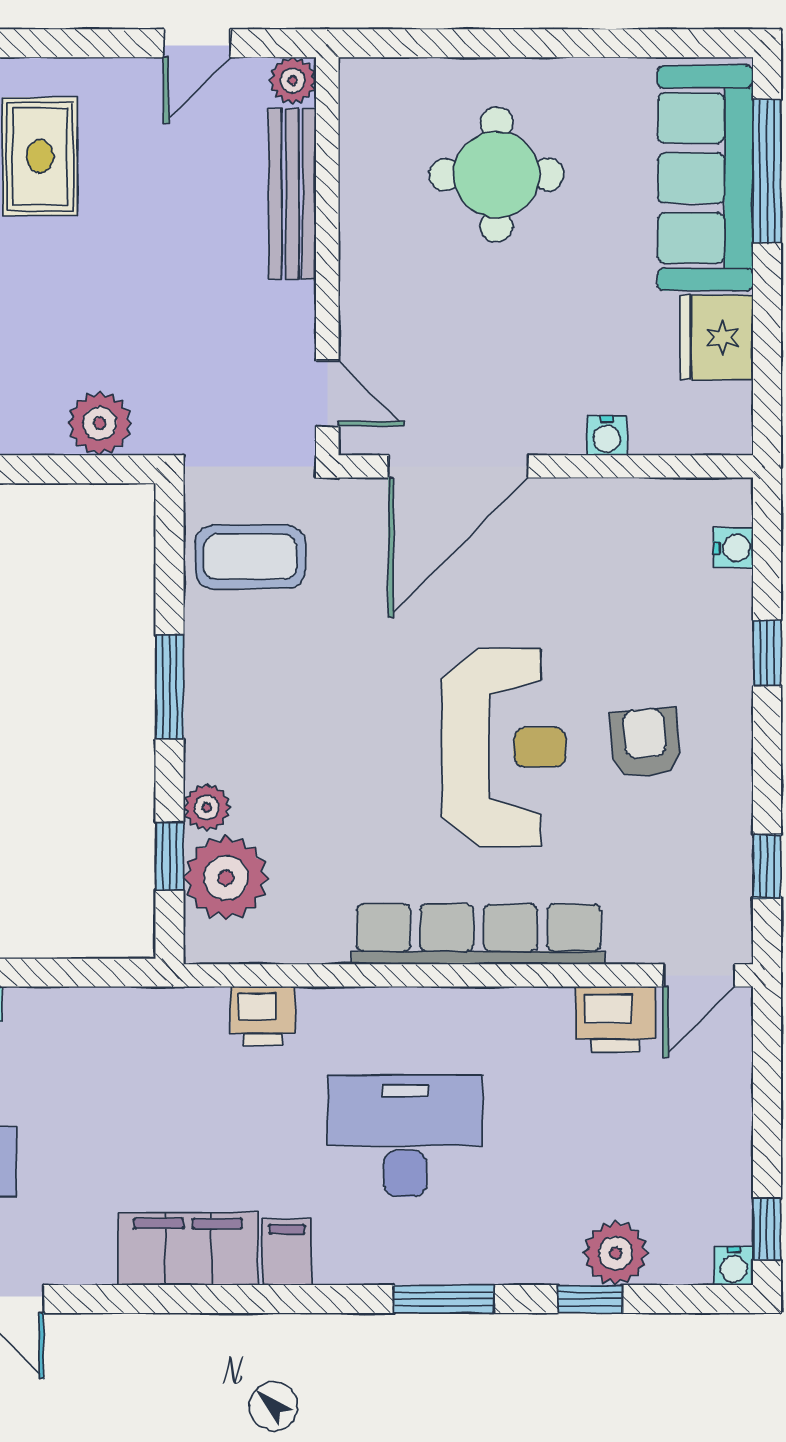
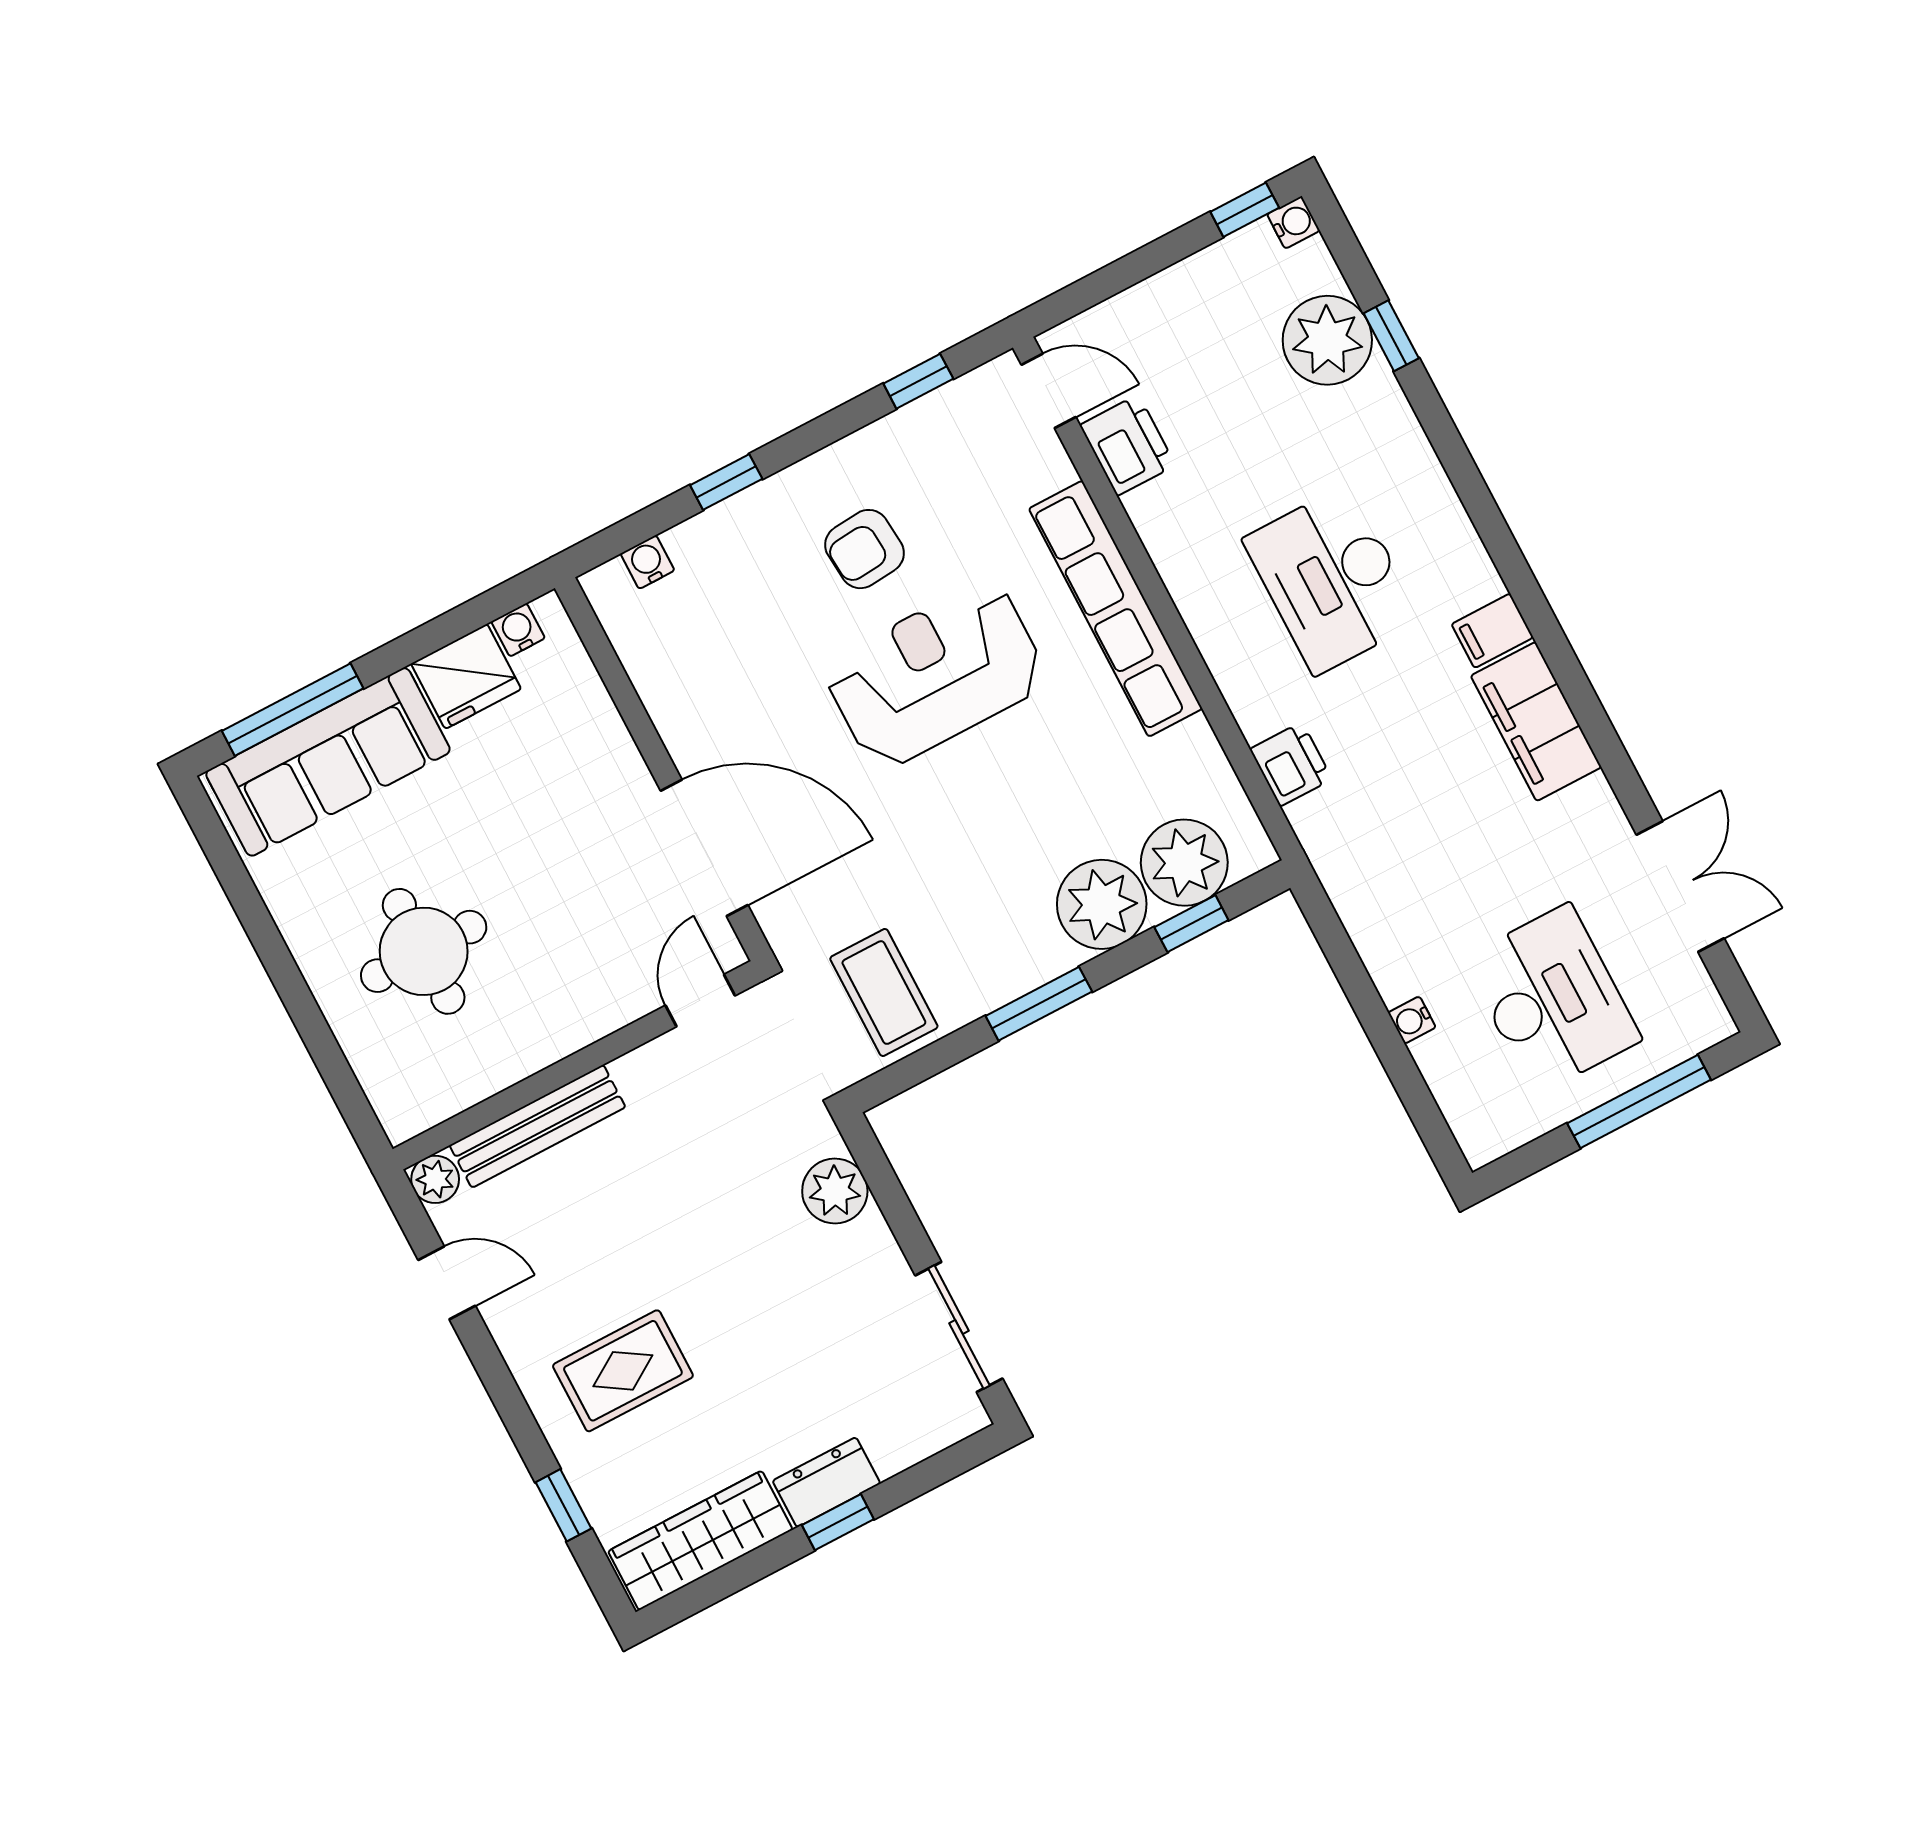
water cooler: (607, 436) -> (518, 630), moved, turned -90
plant: (207, 807) -> (1102, 904), width x1.88, depth x1.88
plant: (616, 1253) -> (1327, 340), width x1.36, depth x1.36
window: (444, 1299) -> (1460, 468), removed

